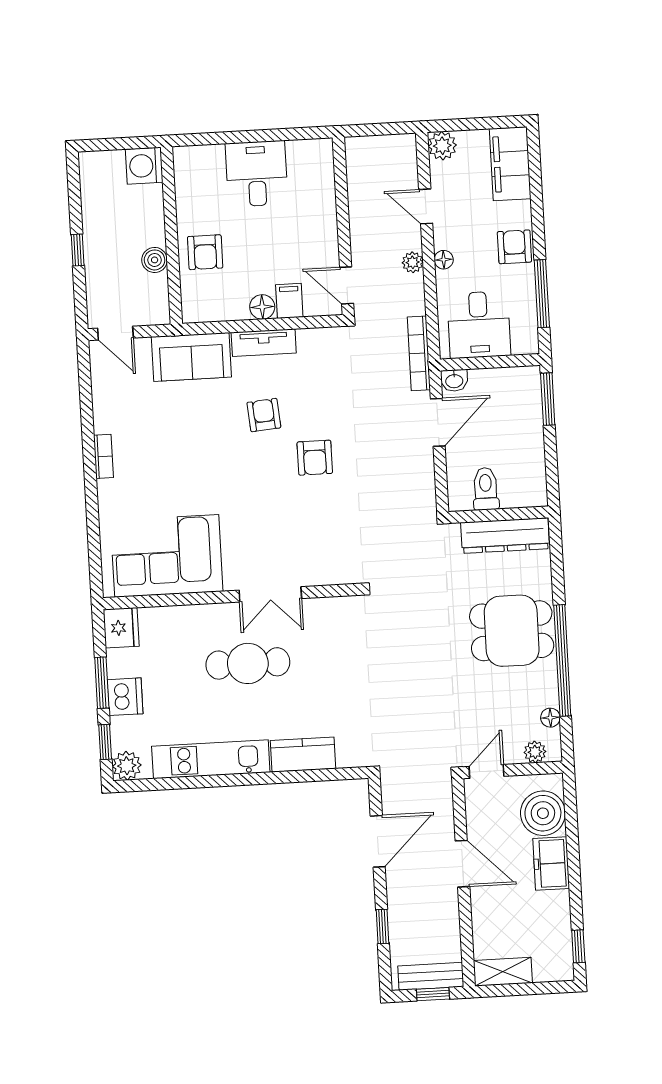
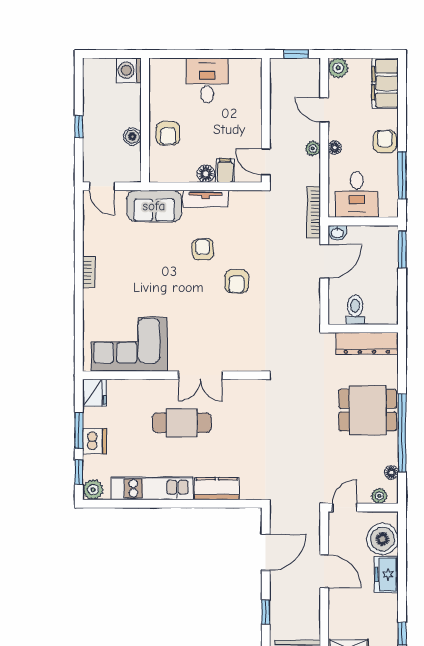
window: (381, 129) -> (296, 54), added

